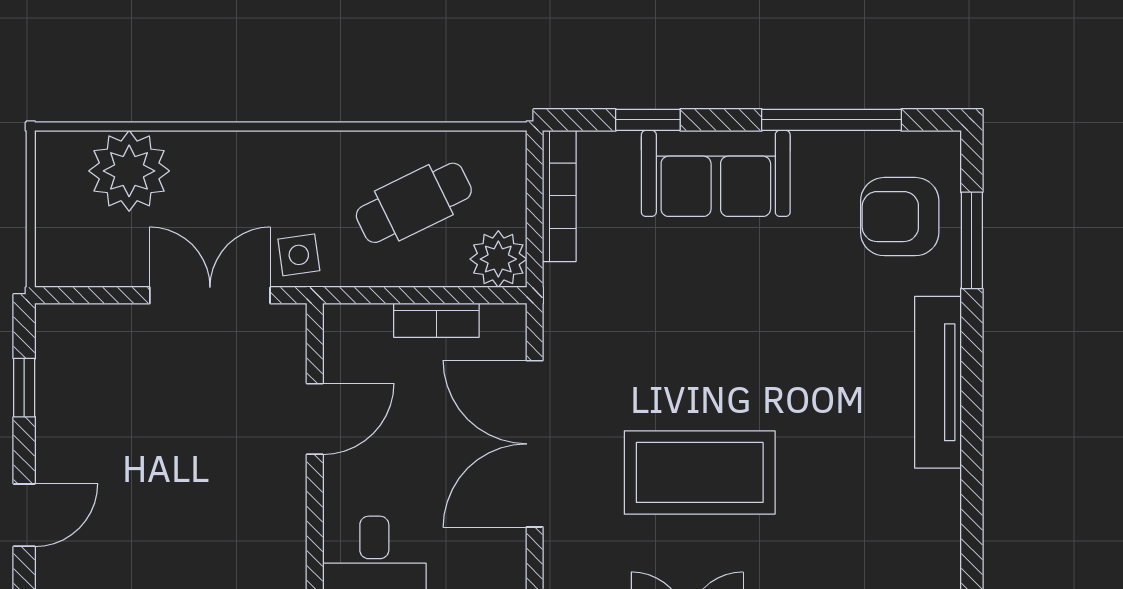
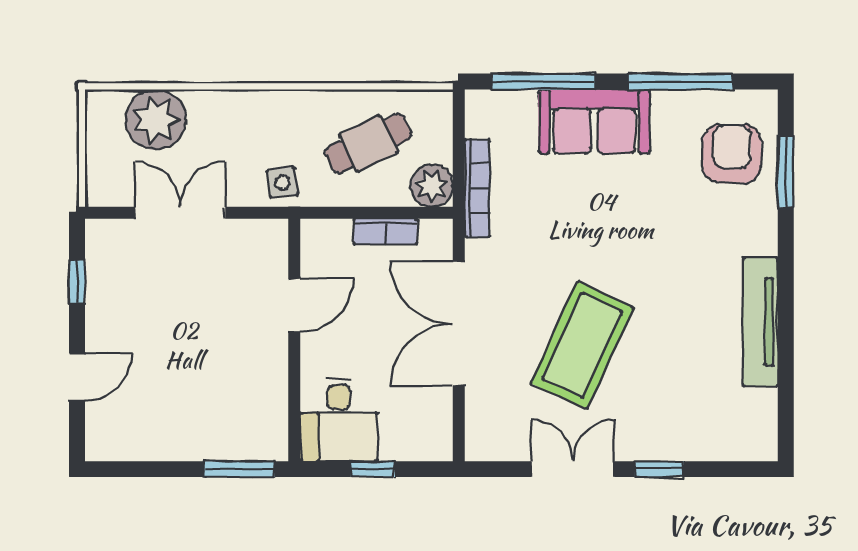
window: (648, 120) -> (543, 82), width x2.17
bookcase: (559, 196) -> (477, 188), moved
armchair: (900, 217) -> (732, 154), turned 90
double door: (210, 295) -> (180, 213), moved
tv unit: (938, 382) -> (760, 322), moved
coffee table: (700, 472) -> (582, 345), turned -65

